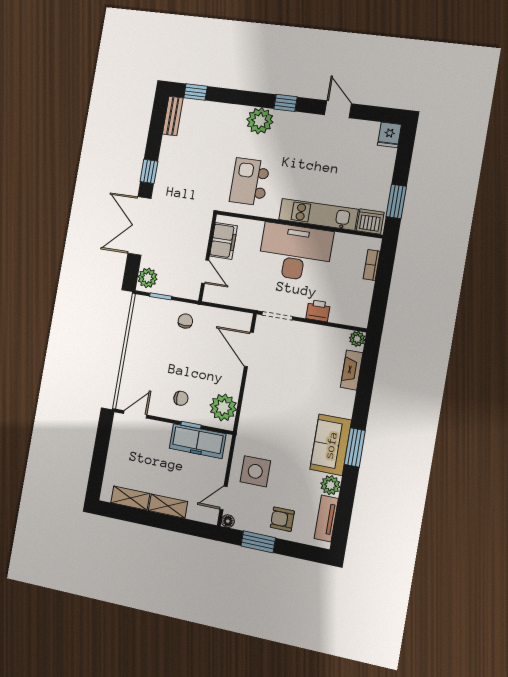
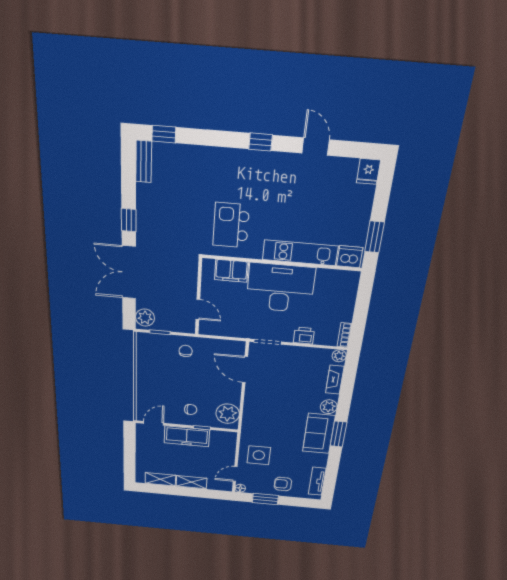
plant: (260, 121) -> (235, 163), removed
filing cabinet: (223, 241) -> (231, 271), moved, turned 90
bookcase: (372, 265) -> (344, 335), moved
freezer: (198, 441) -> (187, 436), moved
plant: (330, 485) -> (329, 407), moved

